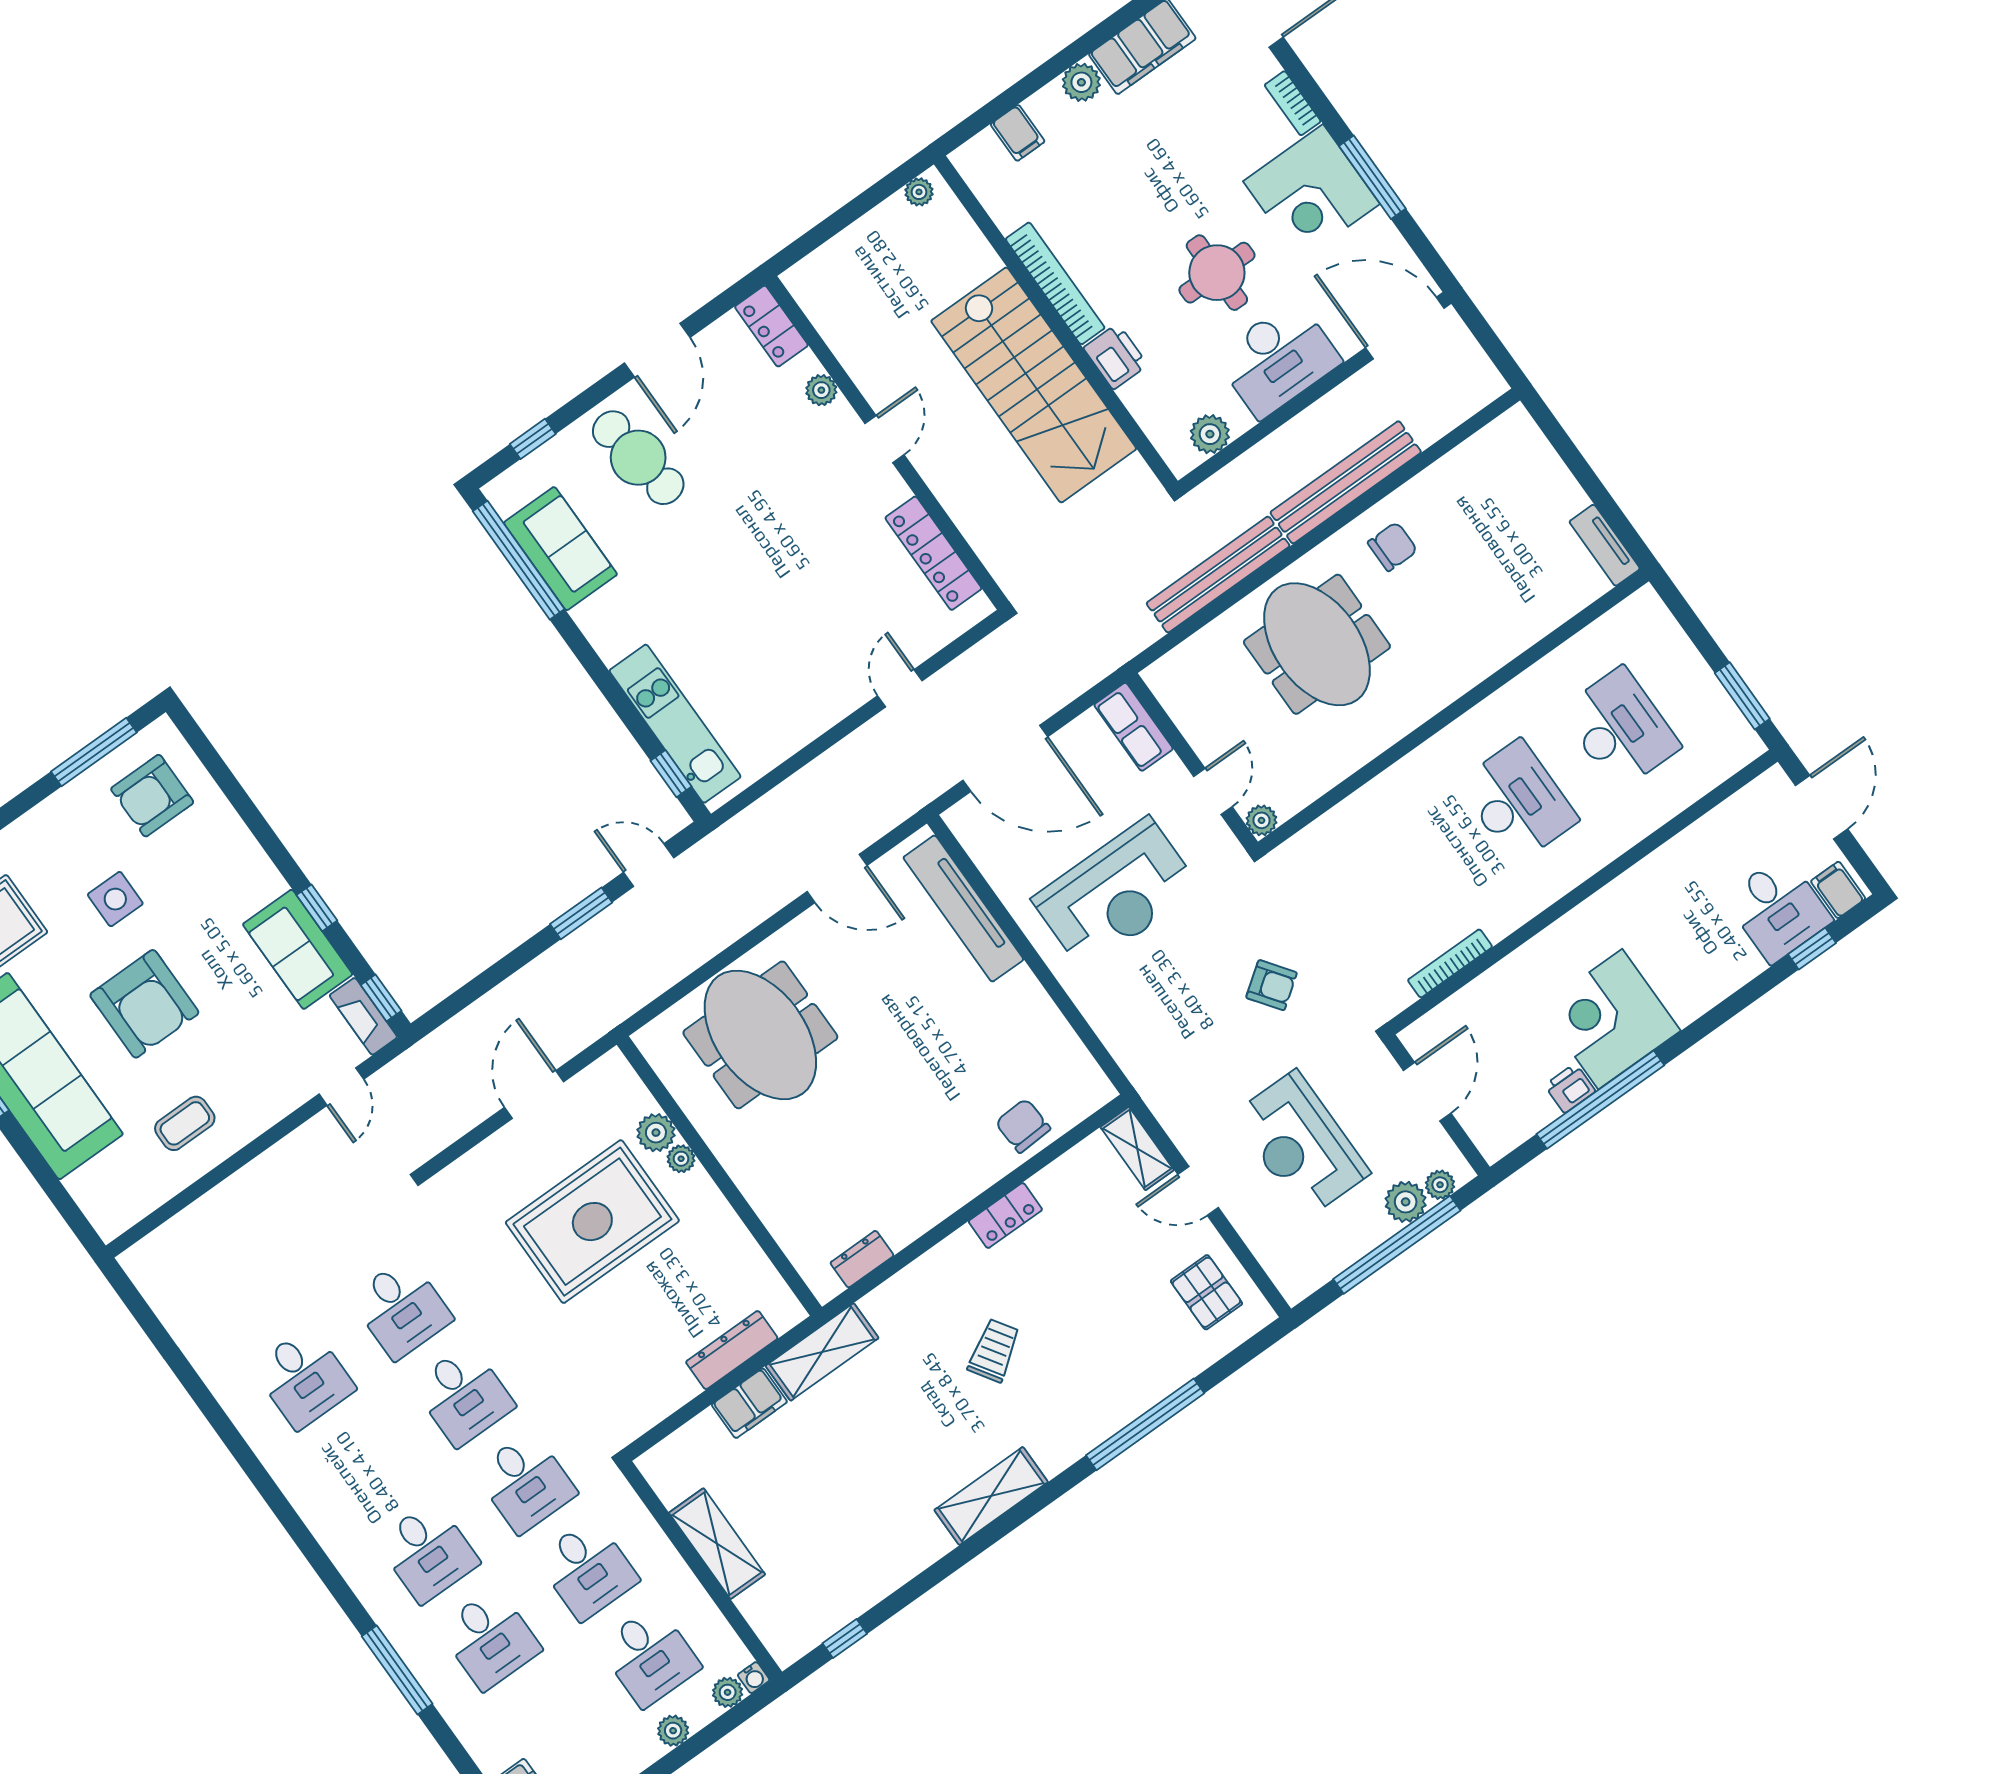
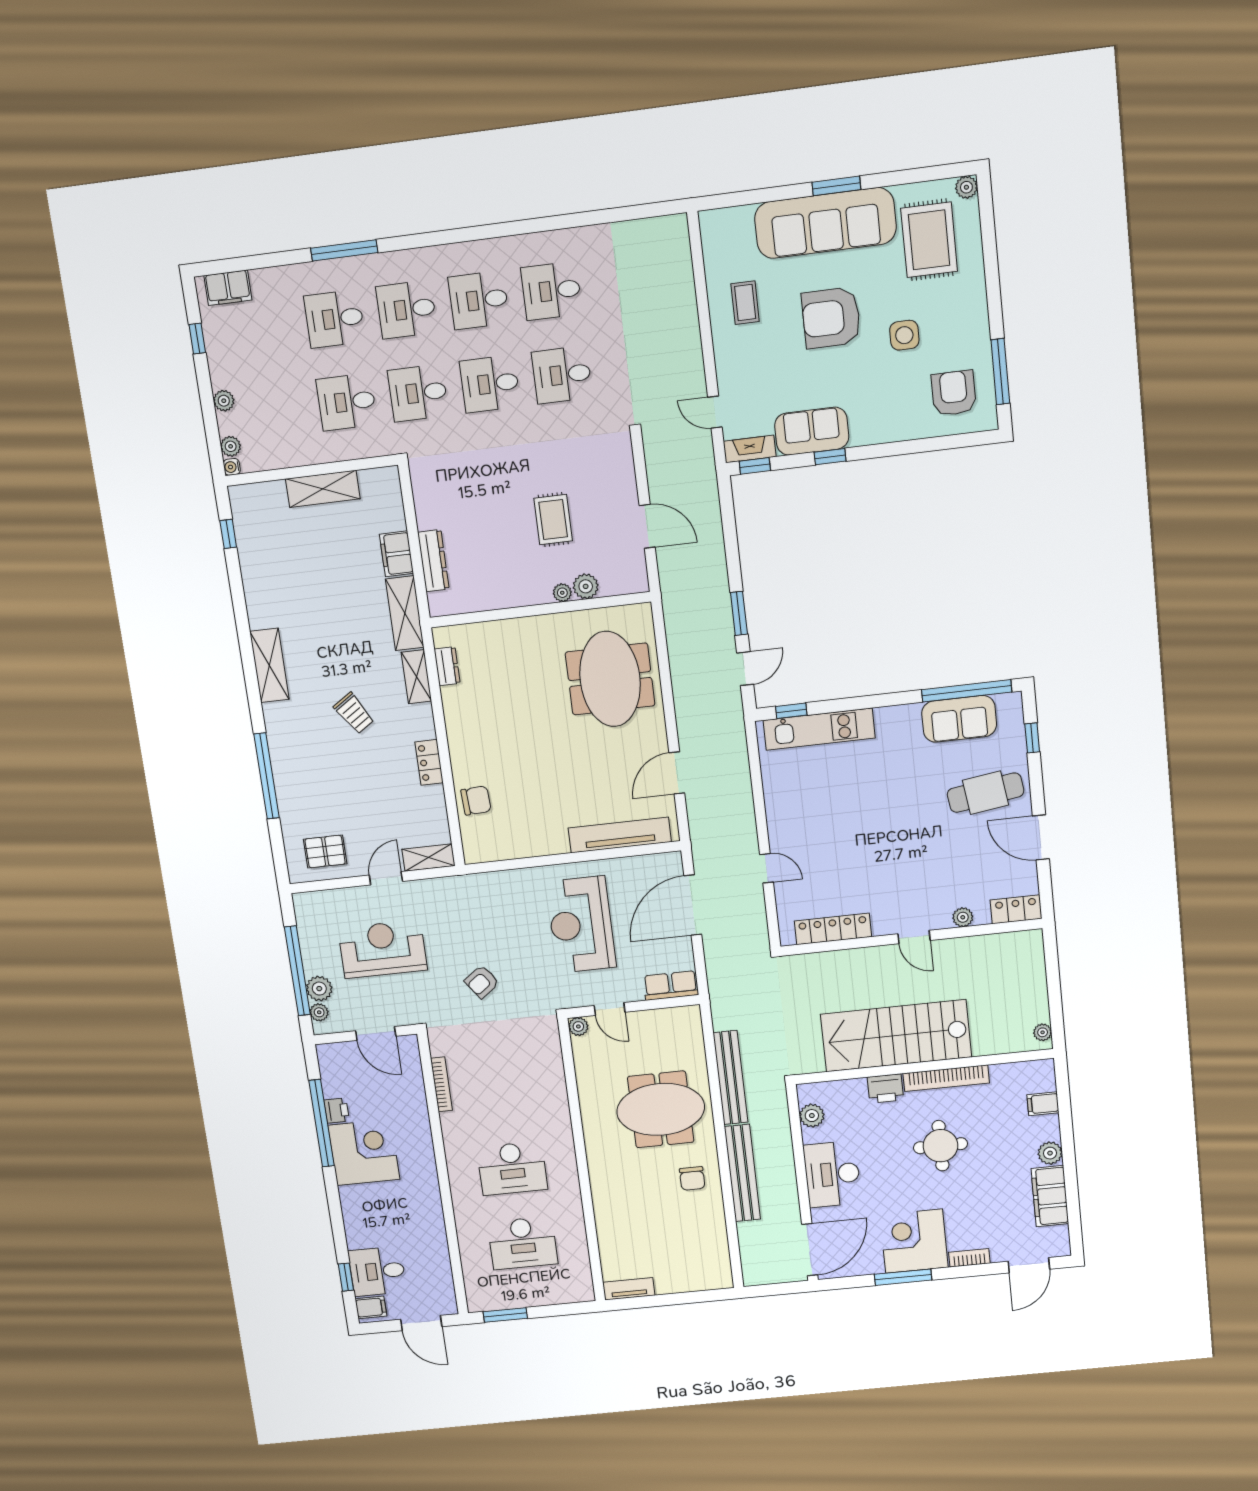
round table: (1217, 273) -> (940, 1146), moved
meeting table: (760, 1035) -> (610, 679), turned 90
rug: (592, 1222) -> (553, 520), width x0.54, depth x0.49
shelving: (898, 1293) -> (416, 677), added
desk: (649, 1656) -> (479, 300), moved

